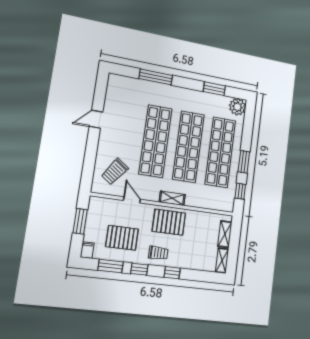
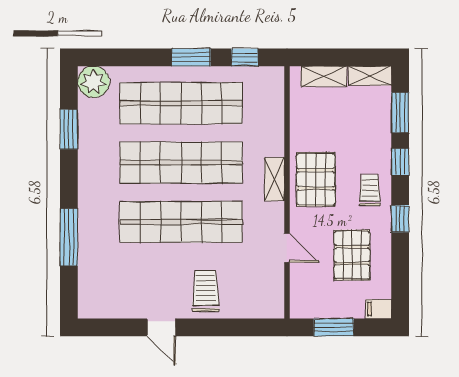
trolley: (115, 172) -> (206, 291), moved, turned -126
door: (132, 200) -> (287, 248), swing flipped
window: (110, 266) -> (400, 112), moved

